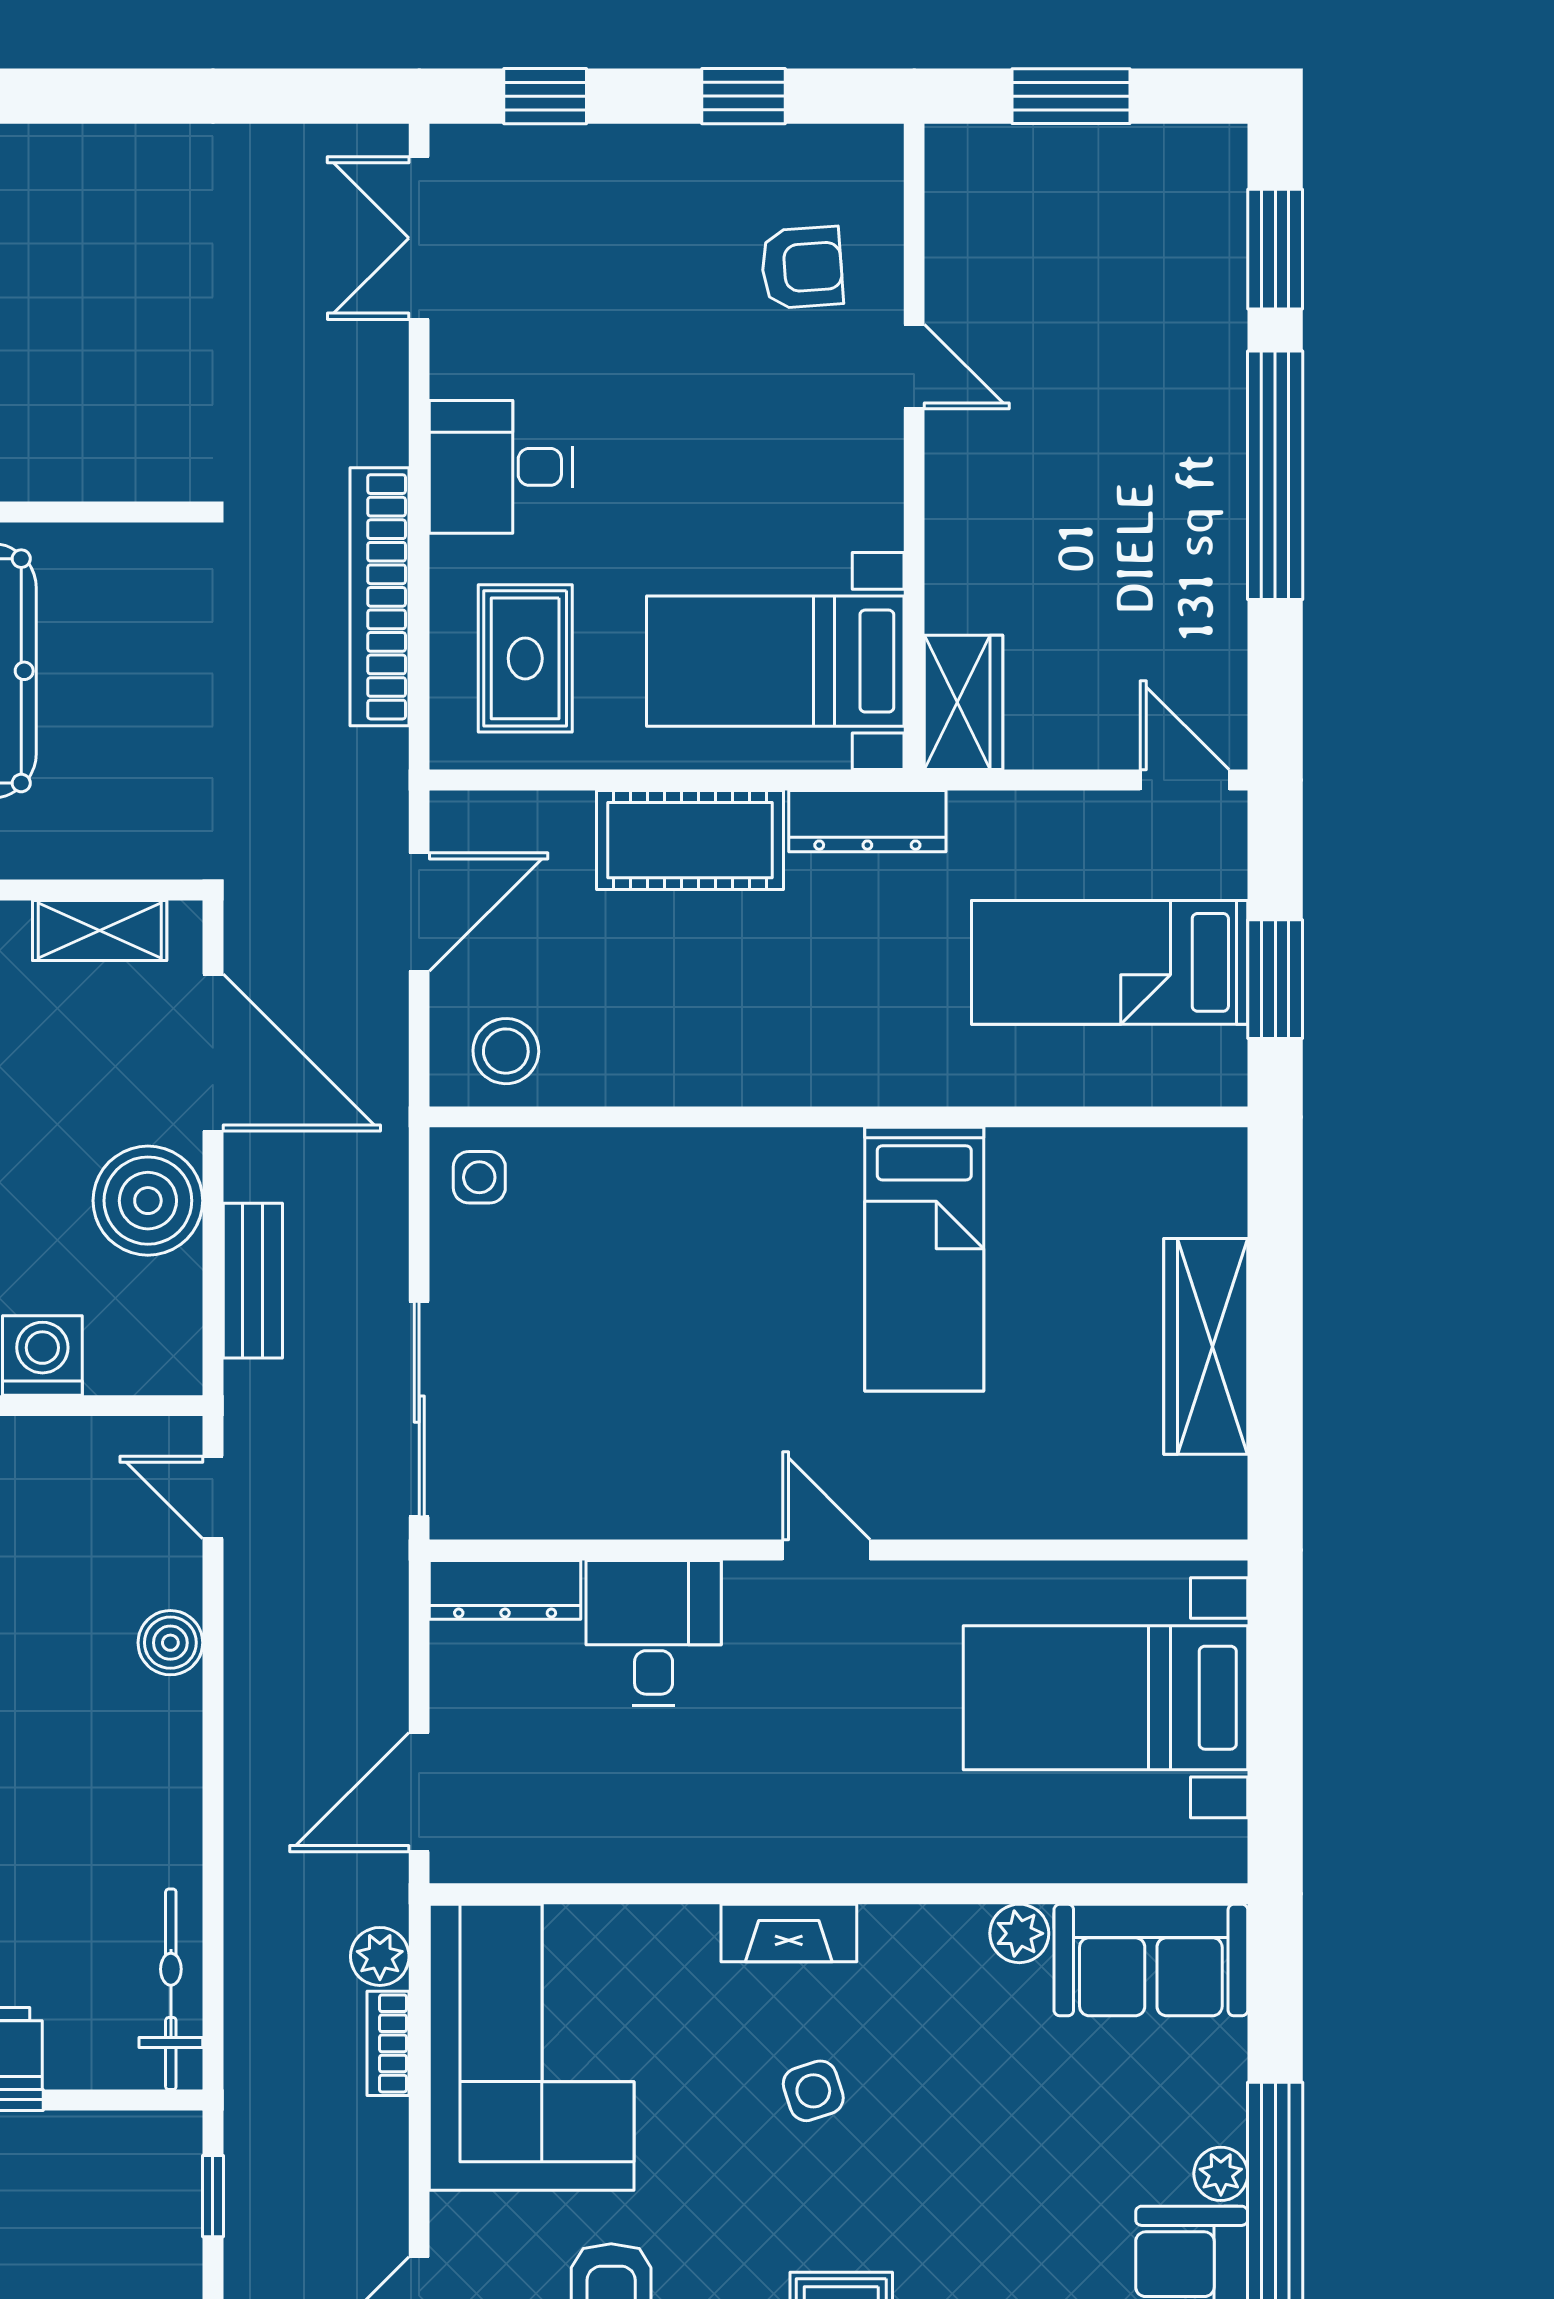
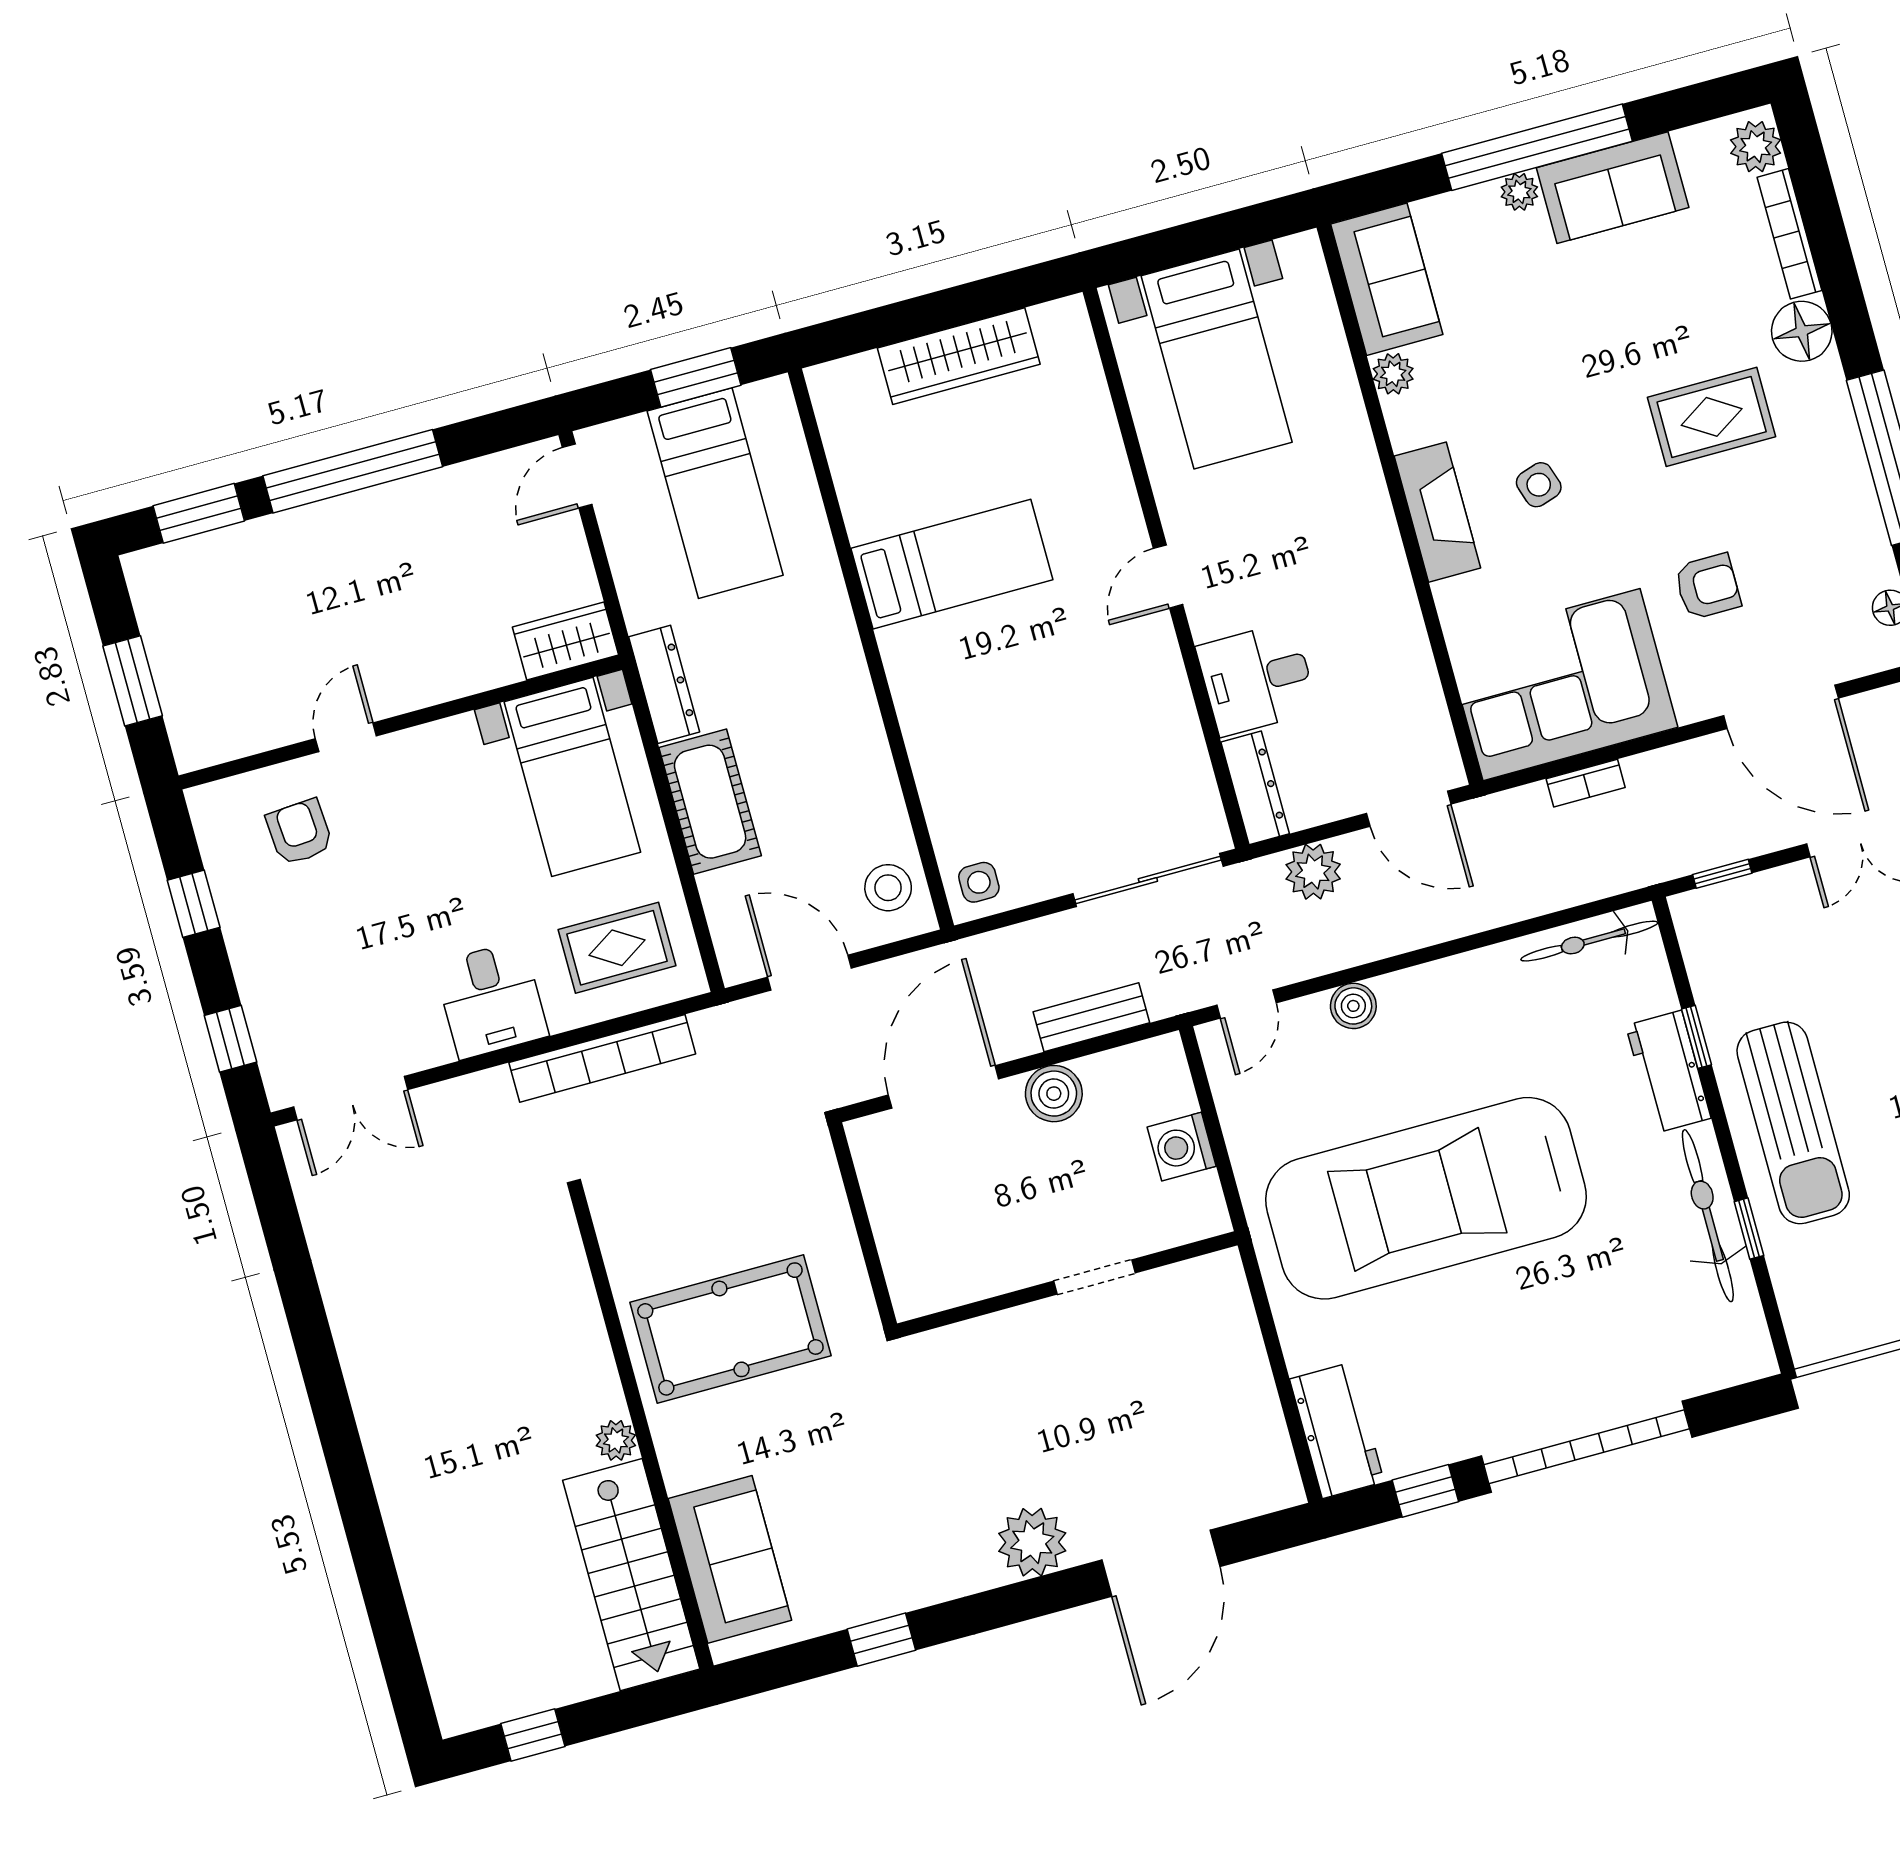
shelving: (100, 931) -> (882, 1187), removed
boiler: (148, 1201) -> (1054, 1094), width x0.73, depth x0.73
fireplace: (789, 1933) -> (1437, 512), width x1.37, depth x1.32
plant: (380, 1956) -> (1313, 872), moved, width x1.38, depth x1.38

